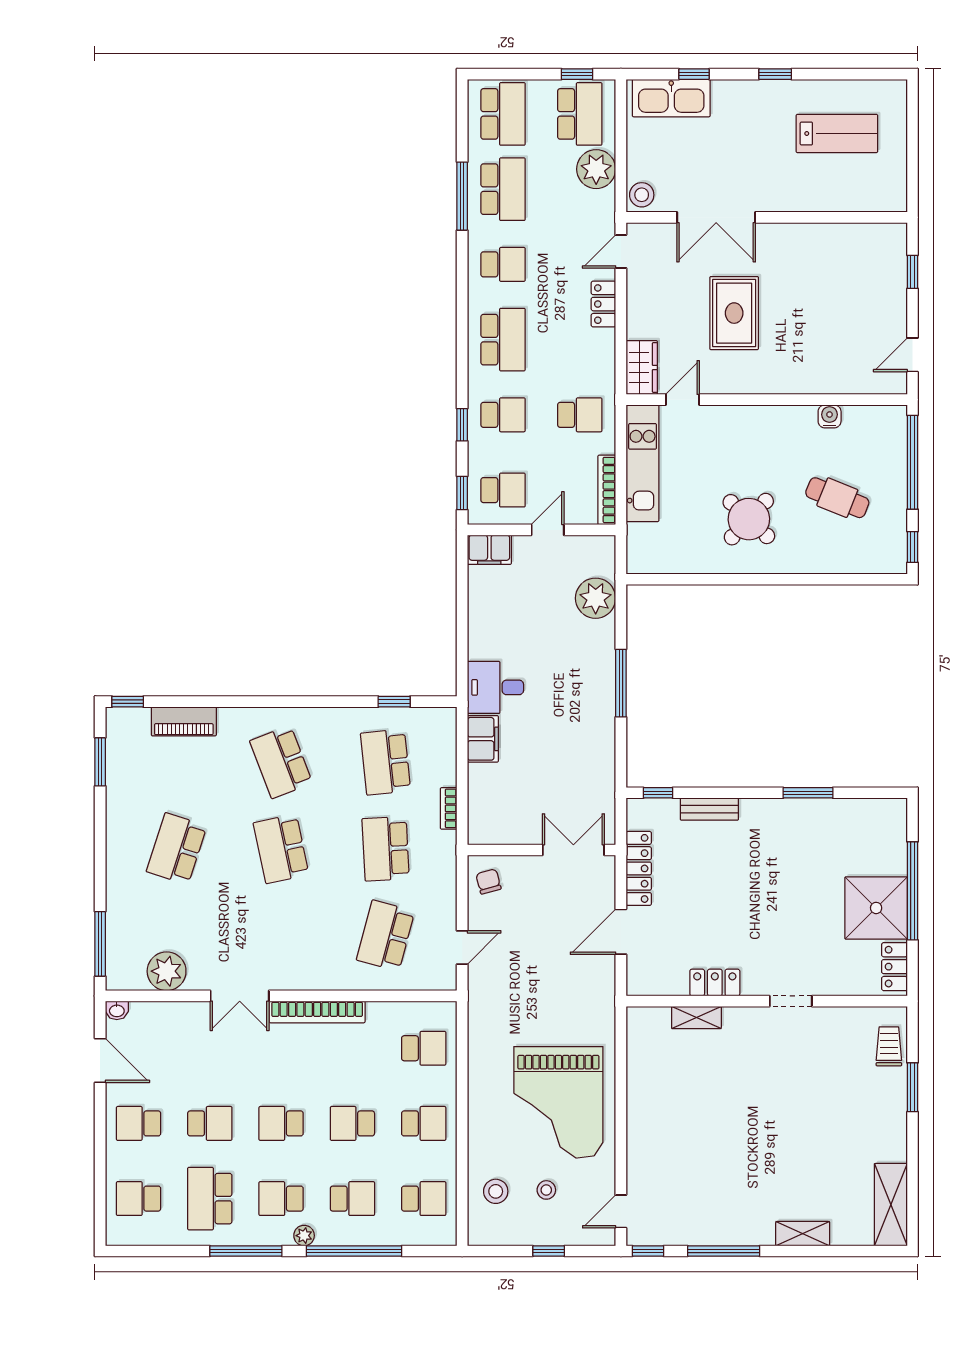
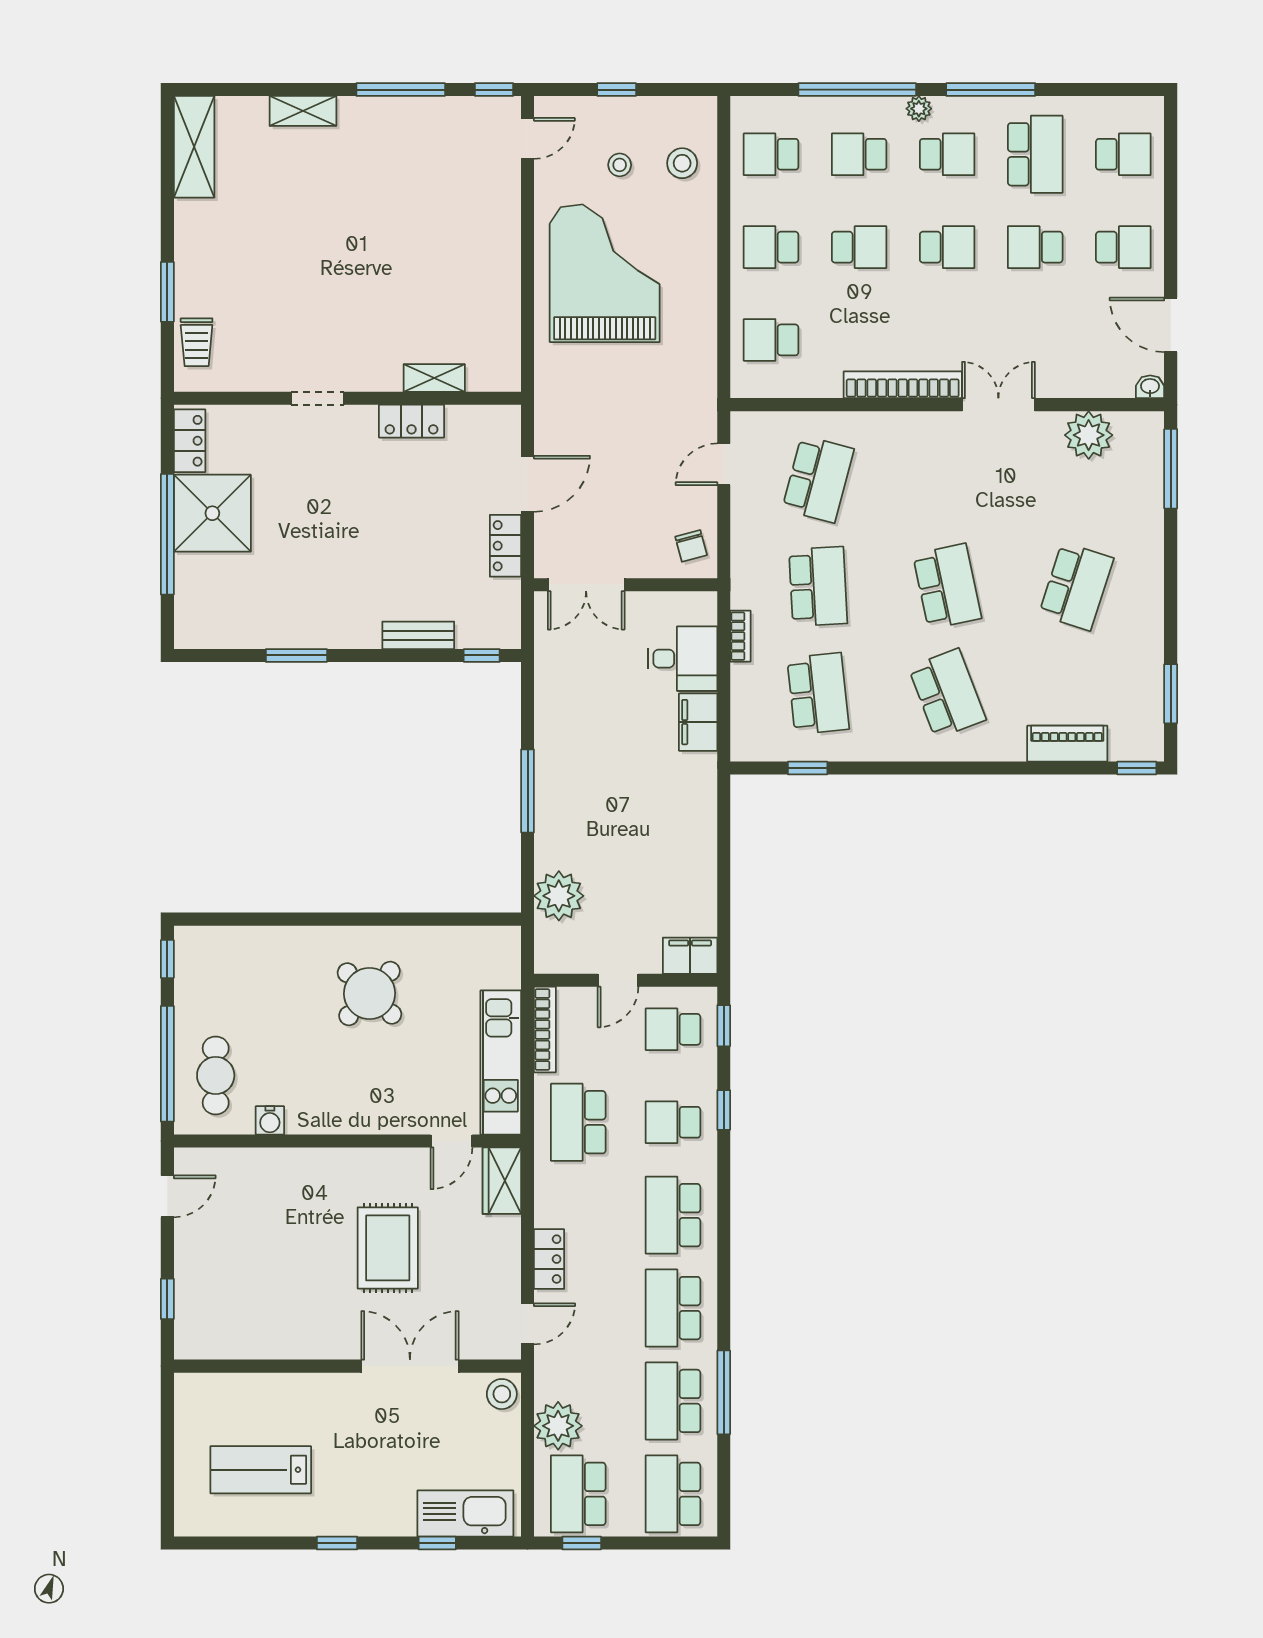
school desk: (503, 264) -> (673, 1308), width x1.85
school desk: (580, 415) -> (578, 1122), width x1.85
cafe table: (837, 498) -> (216, 1075), moved, turned 68
desk: (495, 687) -> (683, 659), moved
locker: (639, 868) -> (505, 546), width x0.66

